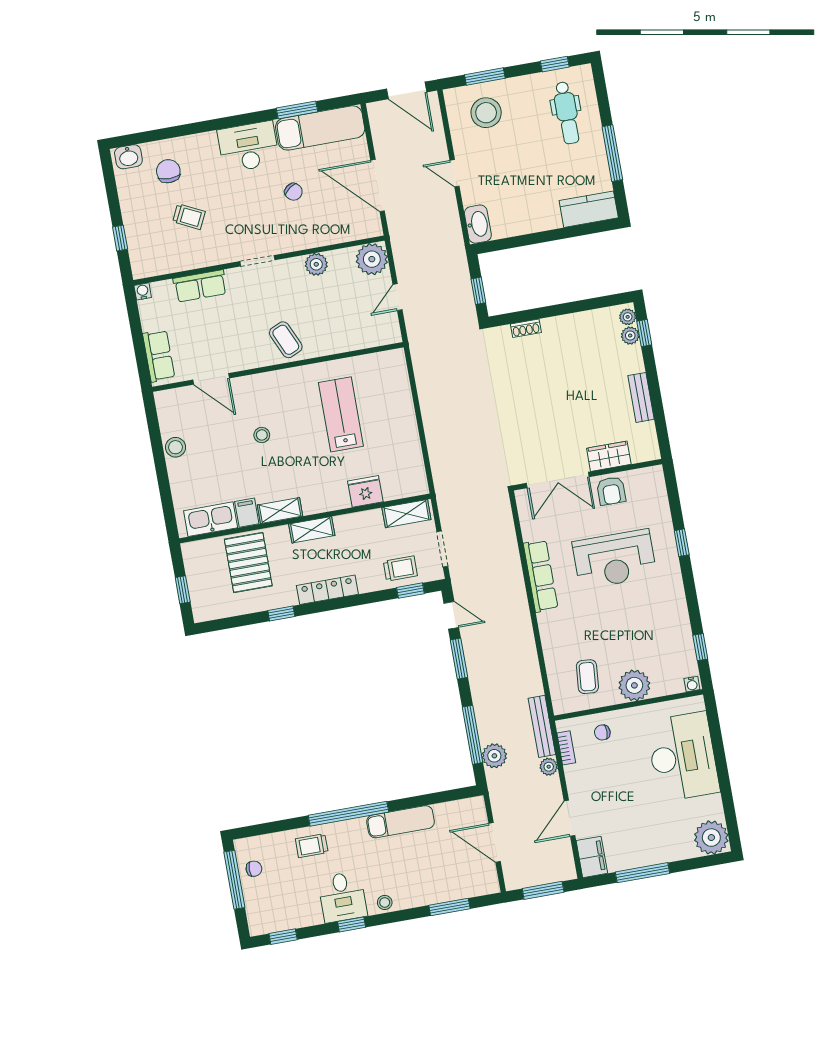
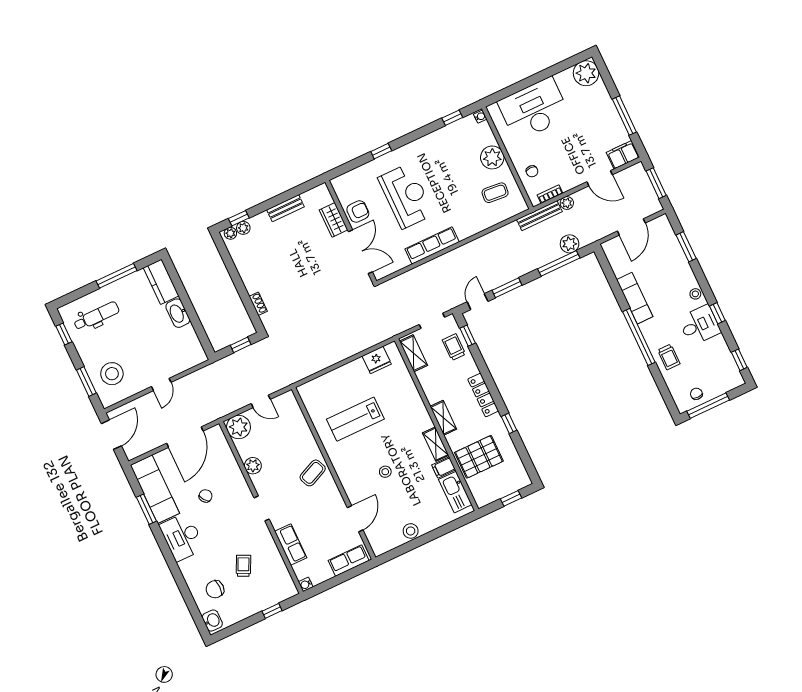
washbasin: (478, 224) -> (178, 313), moved, turned -90
fridge: (365, 491) -> (377, 360), moved, turned -90

